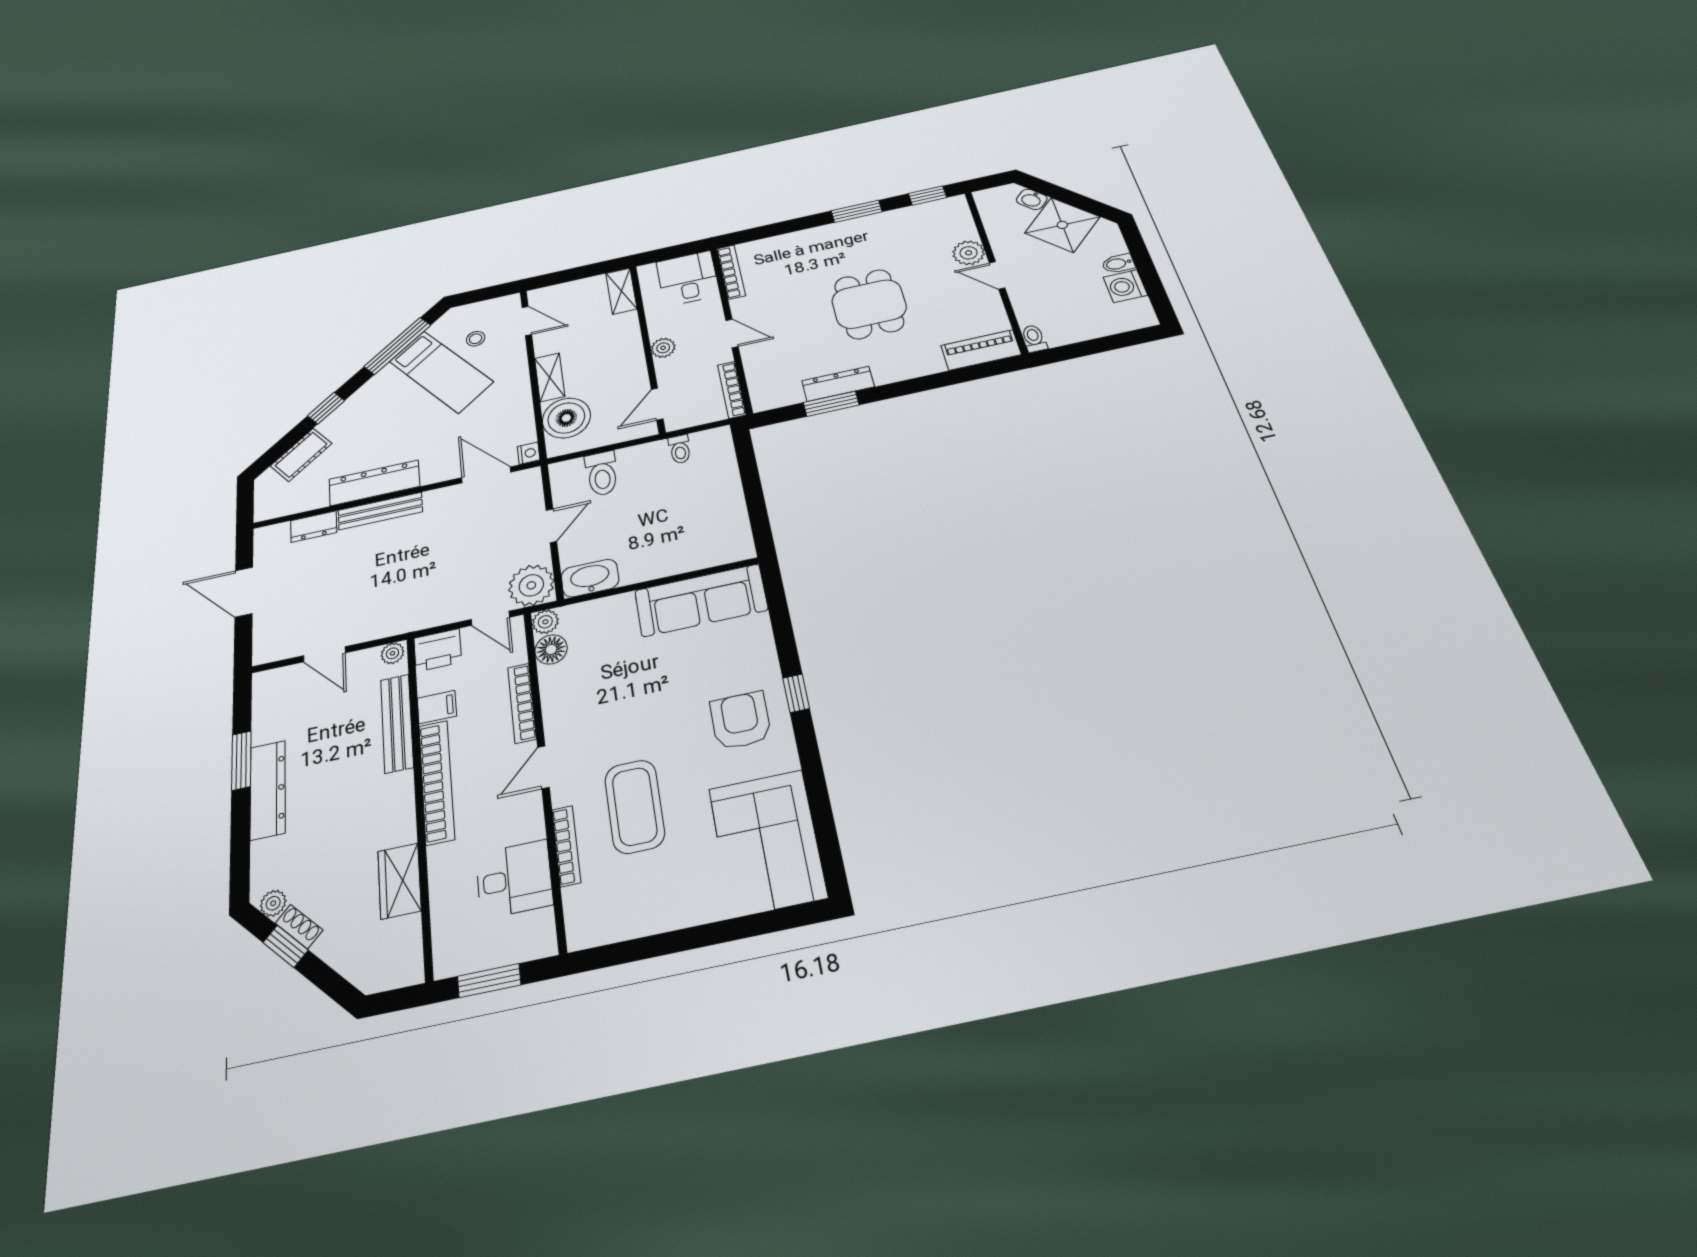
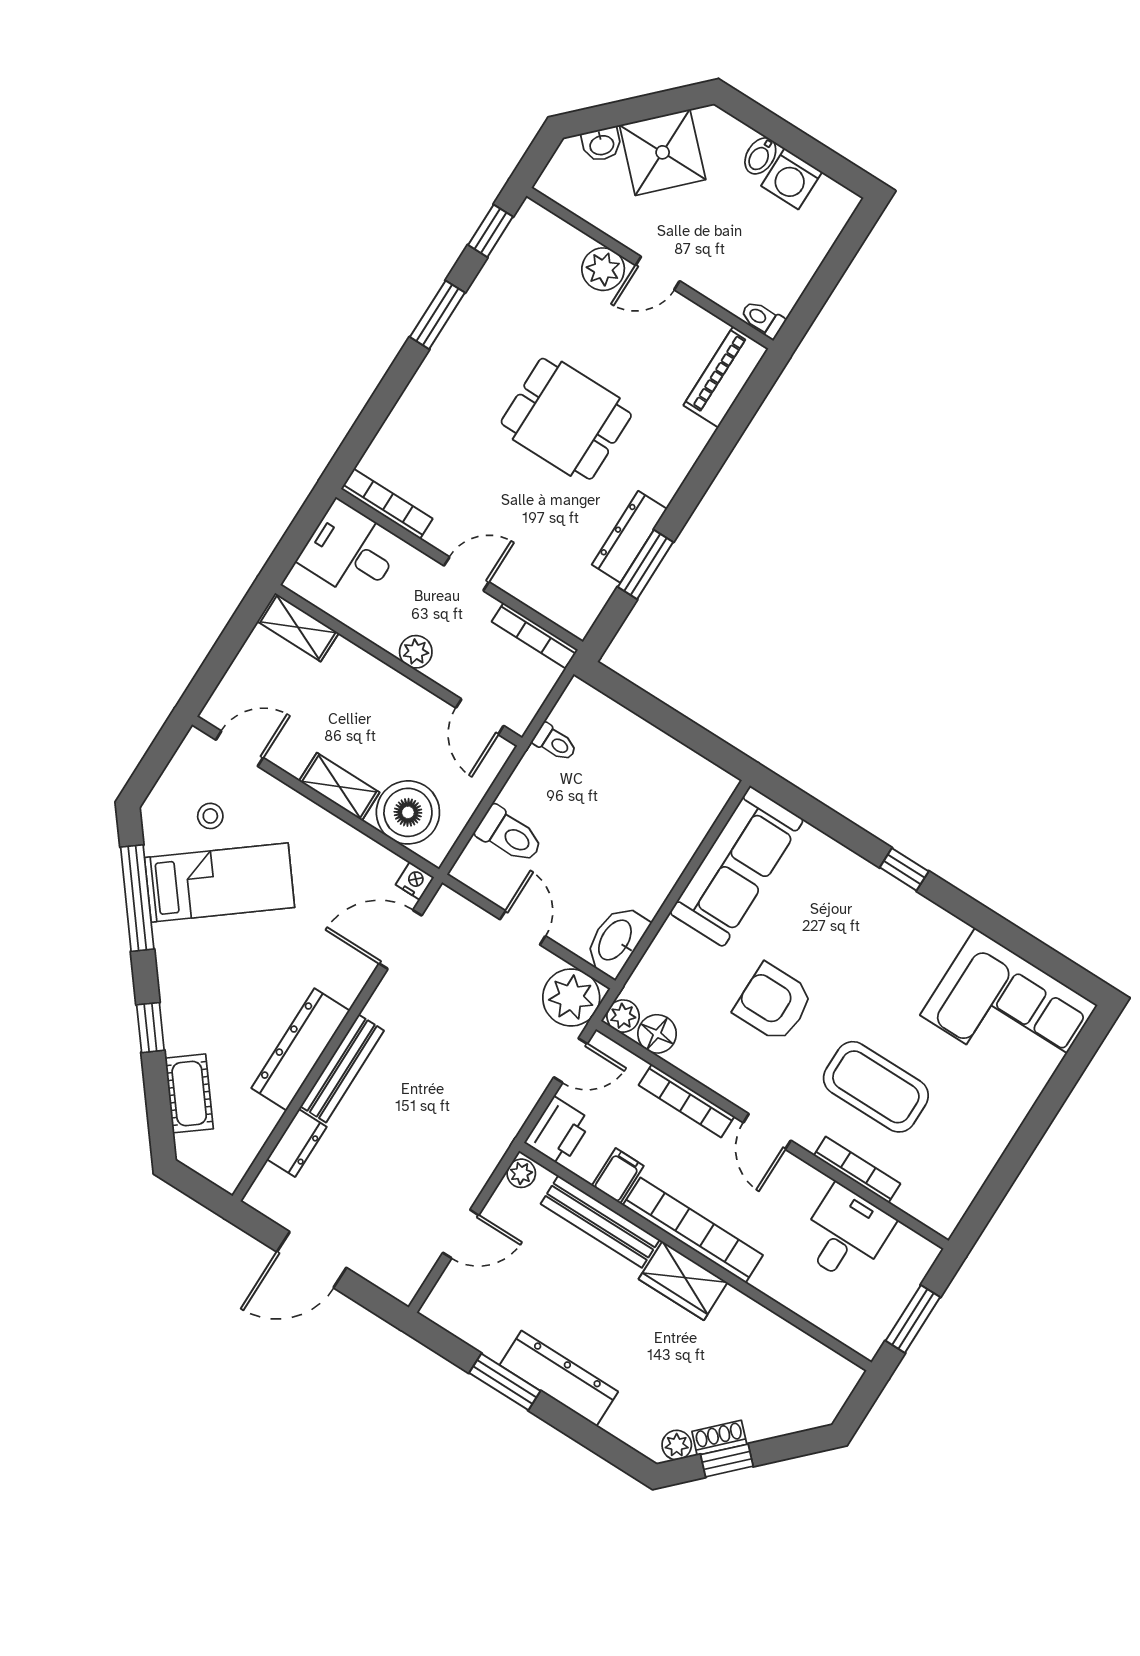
armchair: (741, 721) -> (774, 1003), moved
wardrobe: (399, 881) -> (683, 1281), moved

